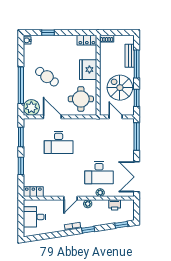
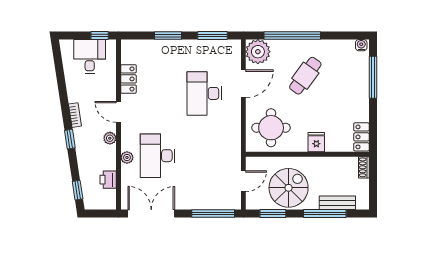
window: (48, 33) -> (373, 77), width x2.17
fridge: (88, 70) -> (316, 142), width x0.53, depth x0.75
locker: (33, 192) -> (128, 79), moved
window: (21, 210) -> (100, 36), added

